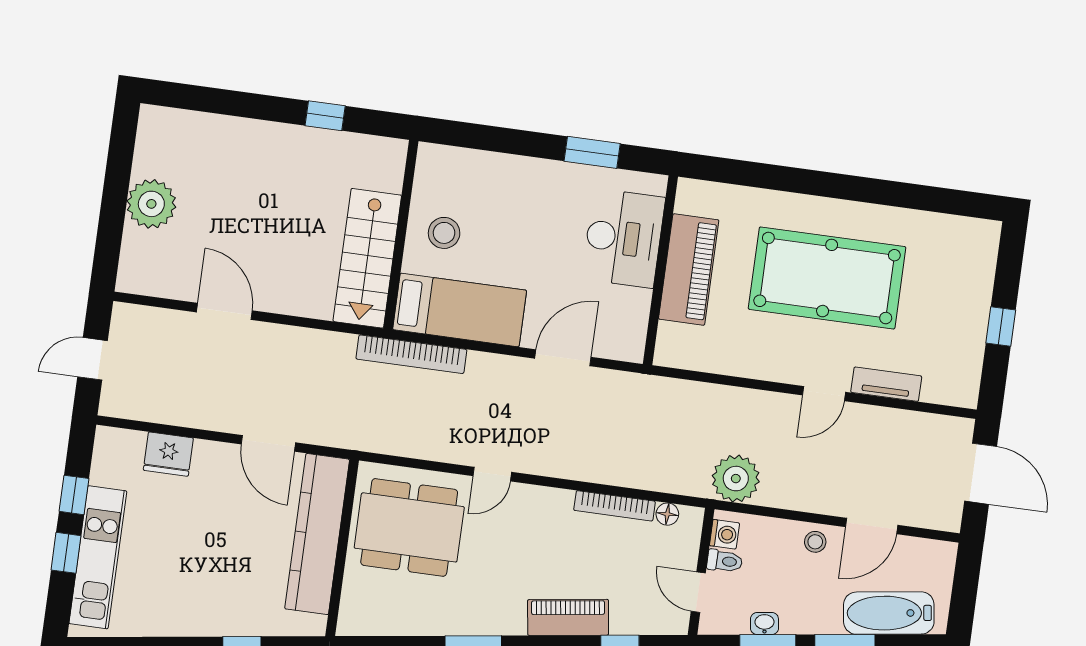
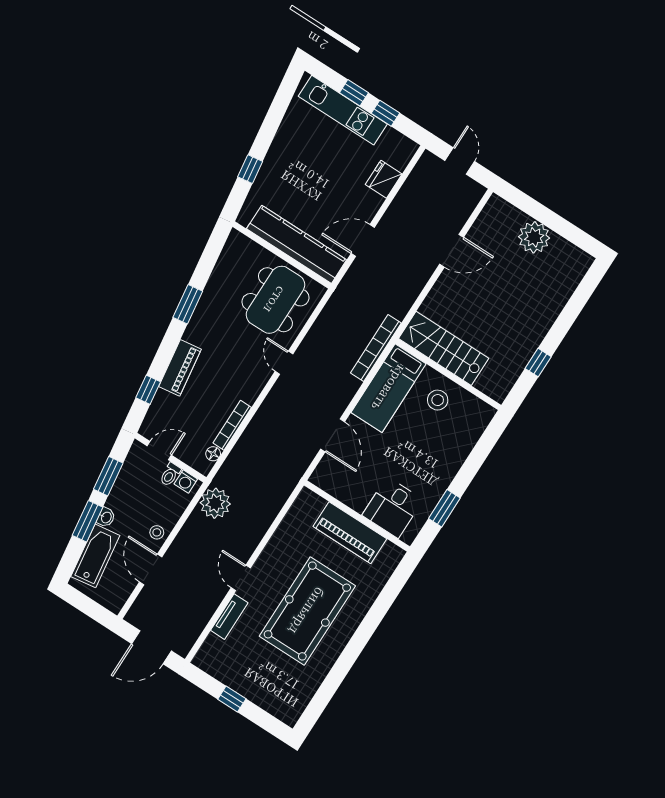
desk: (623, 238) -> (393, 508), width x0.73
washbasin: (764, 624) -> (106, 517), moved

